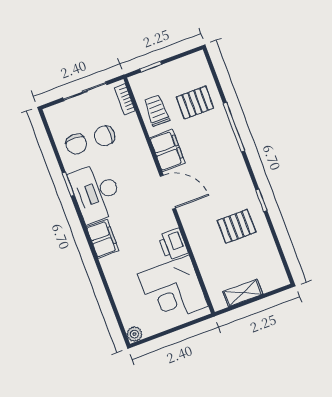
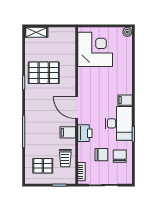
pallet: (195, 103) -> (43, 166), moved
filing cabinet: (167, 150) -> (68, 132), width x0.50
pallet: (237, 226) -> (44, 73), width x1.50, depth x1.42
filing cabinet: (103, 239) -> (125, 100), width x0.50
printer: (173, 244) -> (85, 133), moved
shelving: (243, 293) -> (36, 32), moved

